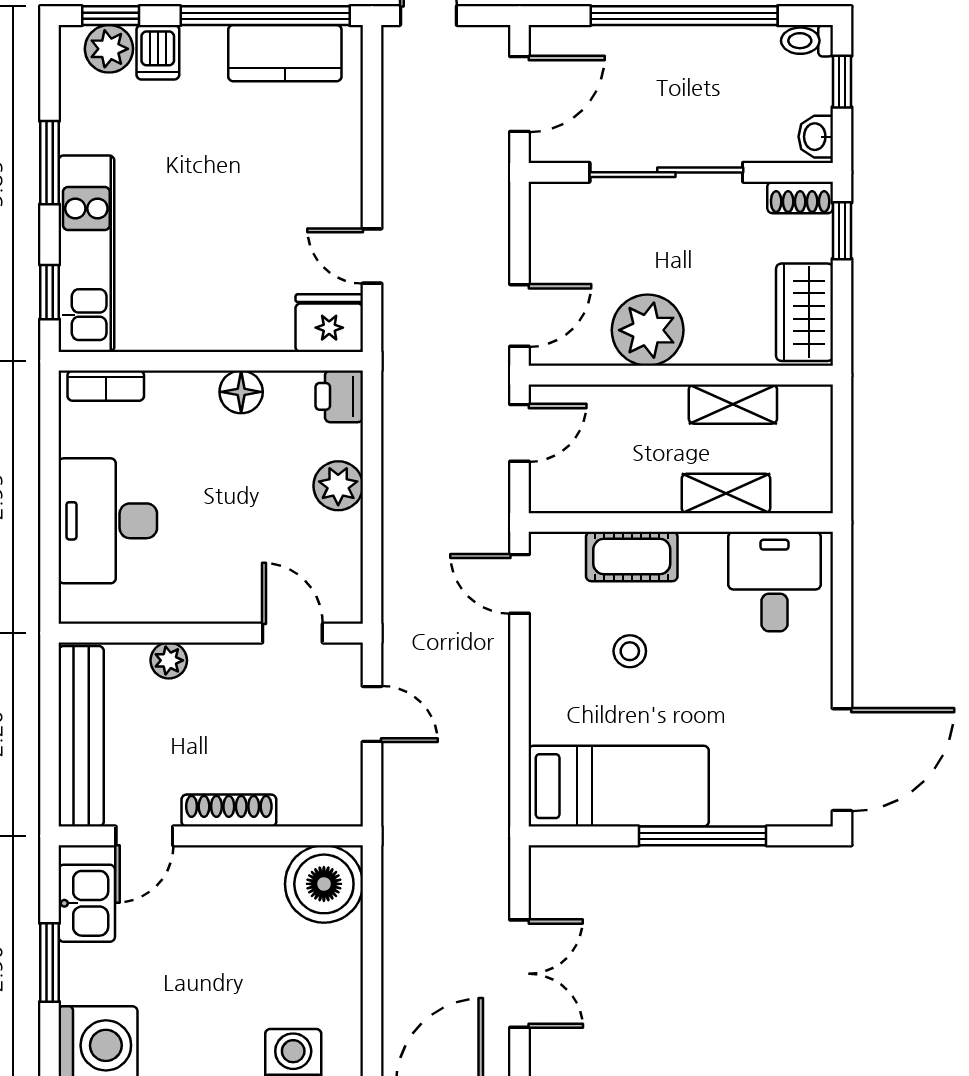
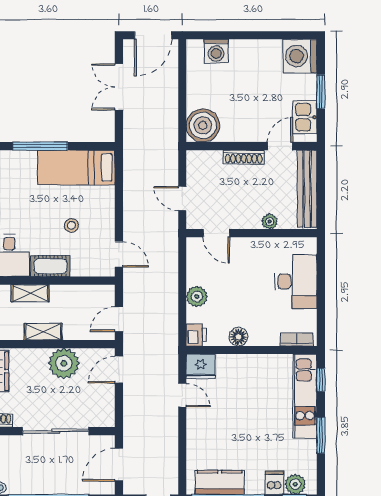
shelving: (733, 404) -> (43, 332), moved
cot: (632, 557) -> (50, 266), moved

